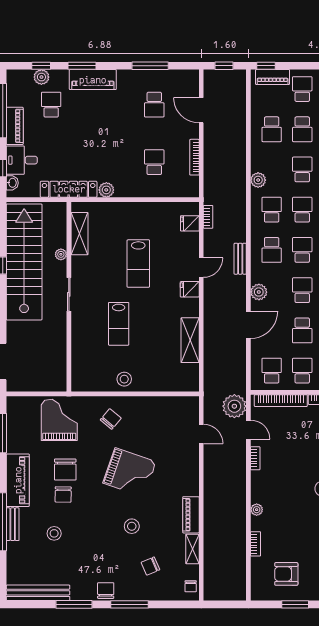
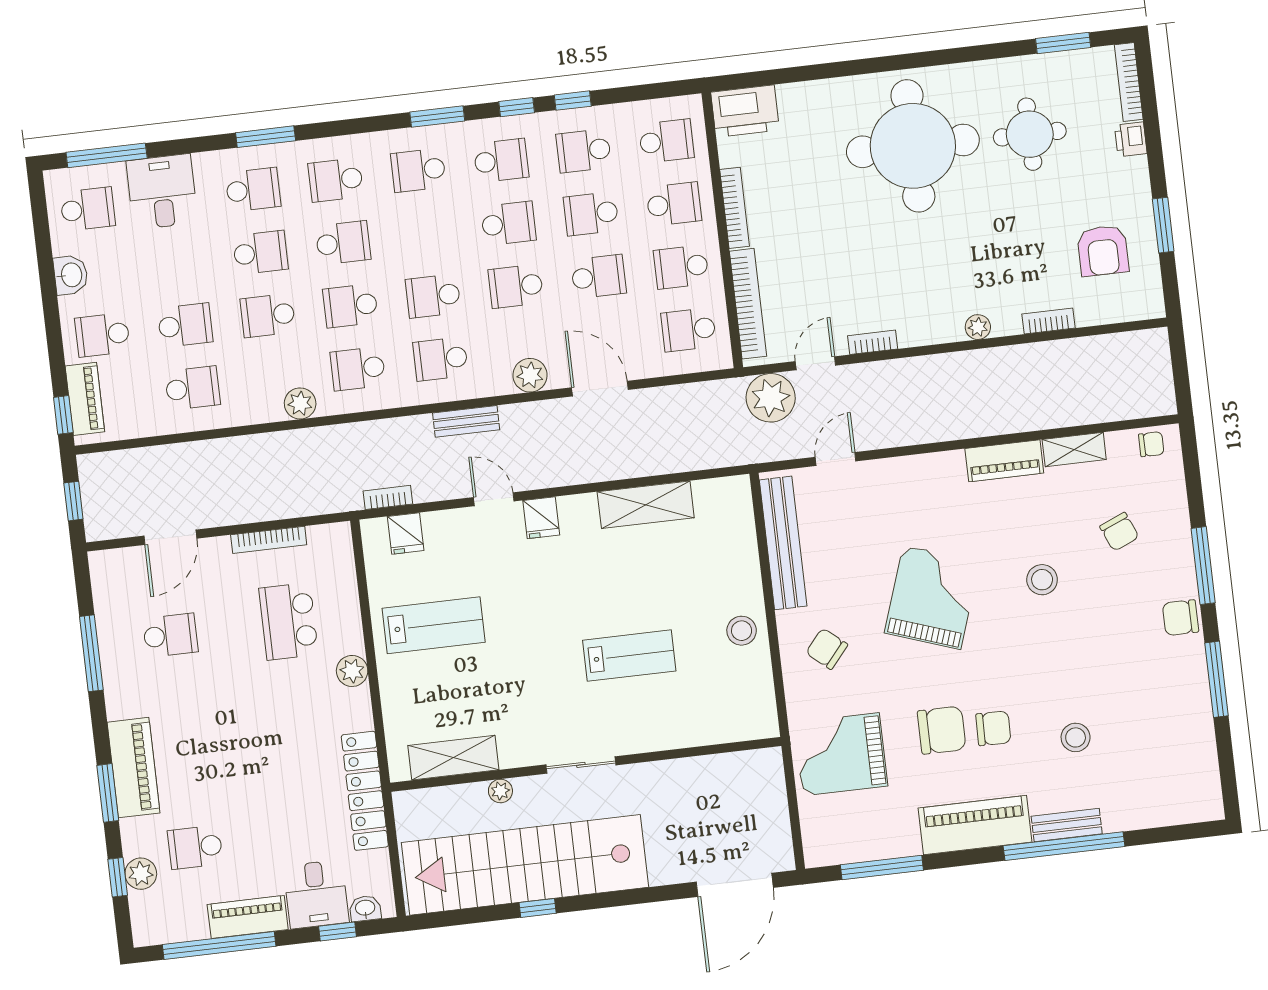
school desk: (154, 162) -> (289, 621), width x1.85
plant: (106, 190) -> (352, 671), moved
school desk: (272, 250) -> (441, 359), turned 180
lab bench: (138, 264) -> (434, 625), moved
bench: (38, 593) -> (783, 543), moved

